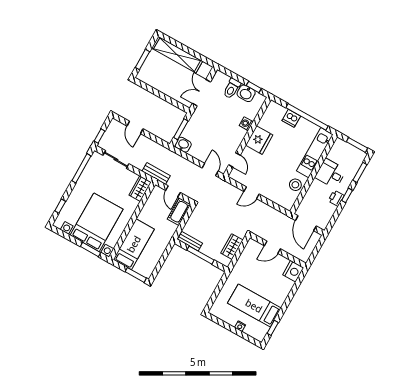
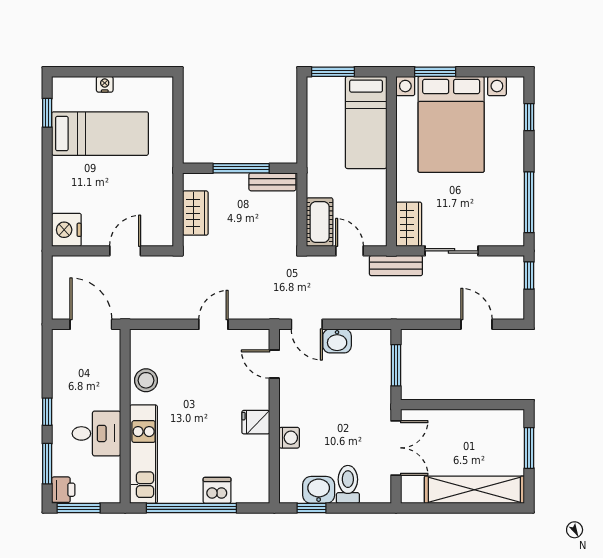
fridge: (259, 140) -> (256, 422), width x0.53, depth x0.75
washbasin: (183, 145) -> (337, 341), moved
sliding door: (116, 159) -> (452, 251), moved
printer: (336, 198) -> (63, 490), moved

